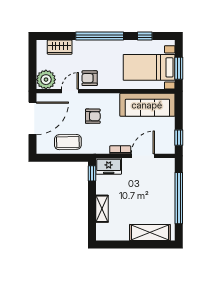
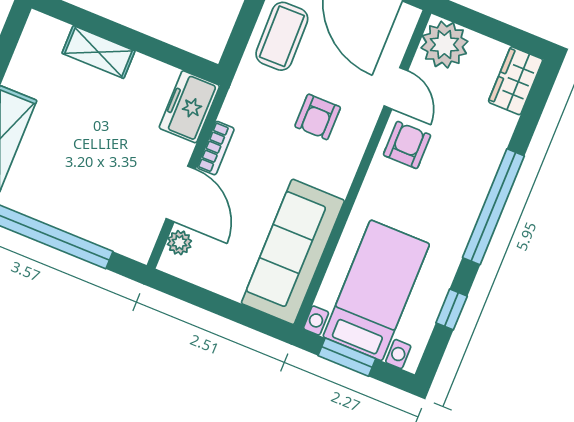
wardrobe: (60, 47) -> (516, 81), moved
window: (179, 138) -> (189, 293), removed
plant: (161, 149) -> (179, 243), added
window: (92, 173) -> (188, 62), removed

